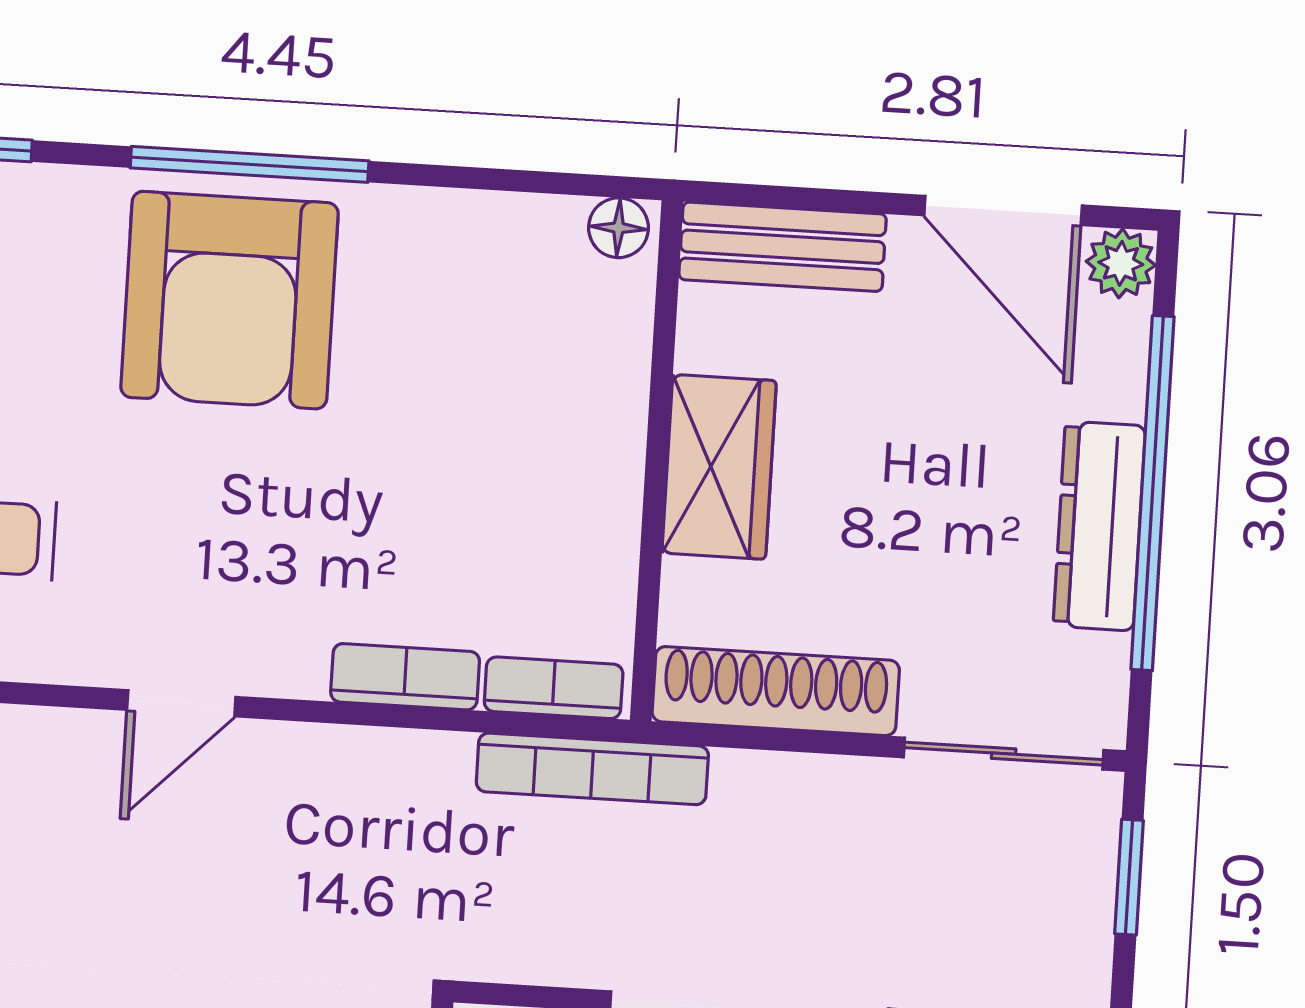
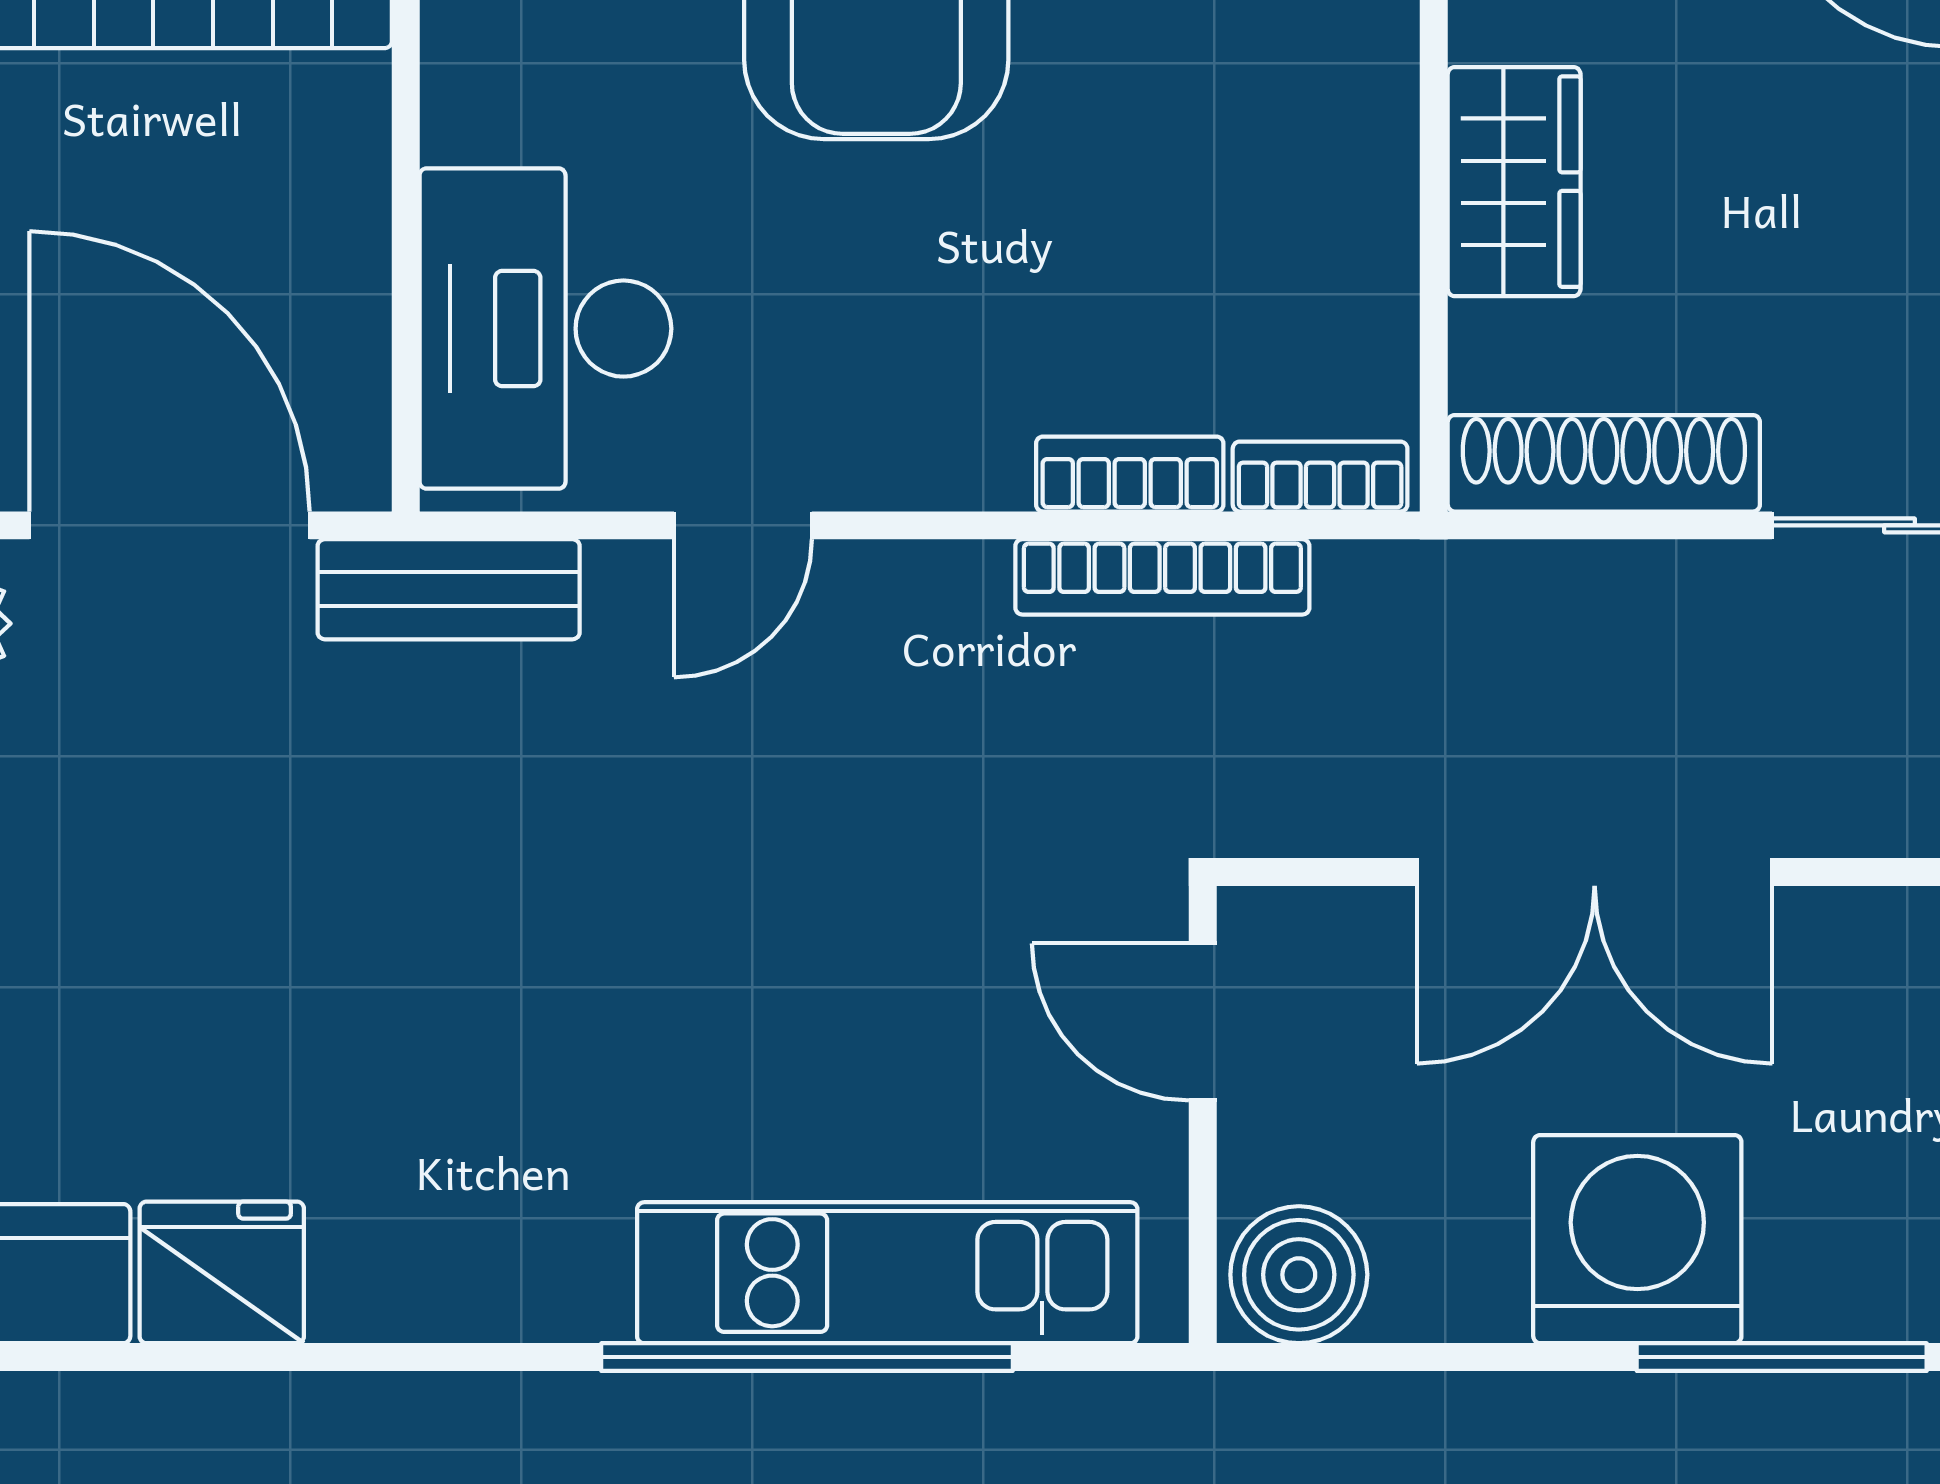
door: (181, 703) -> (743, 525), moved
bookcase: (592, 769) -> (1162, 577), moved

